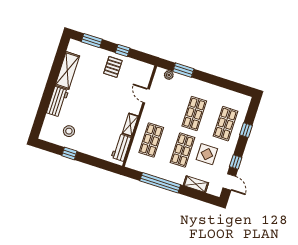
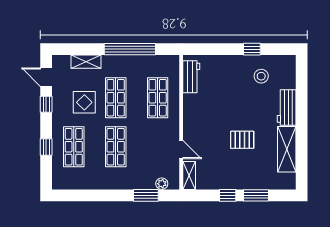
window: (92, 41) -> (256, 195), moved
pallet: (113, 67) -> (242, 140), moved, turned 90
shelving: (130, 125) -> (189, 176), moved

